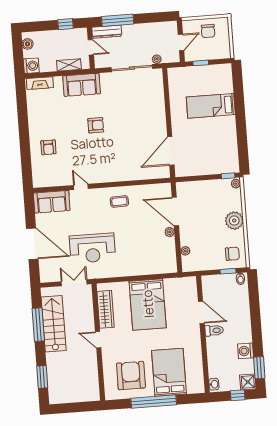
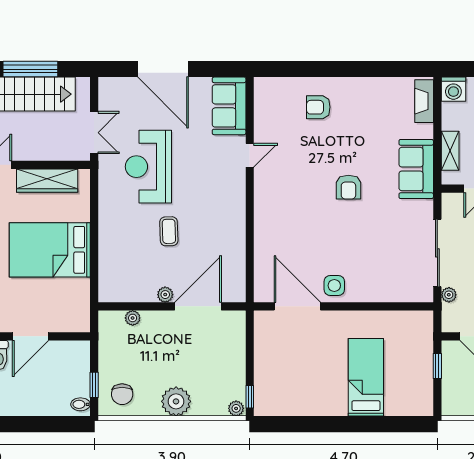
side table: (156, 129) -> (334, 285), added
coffee table: (119, 201) -> (169, 231), moved
door: (32, 244) -> (163, 69), hinge flipped

